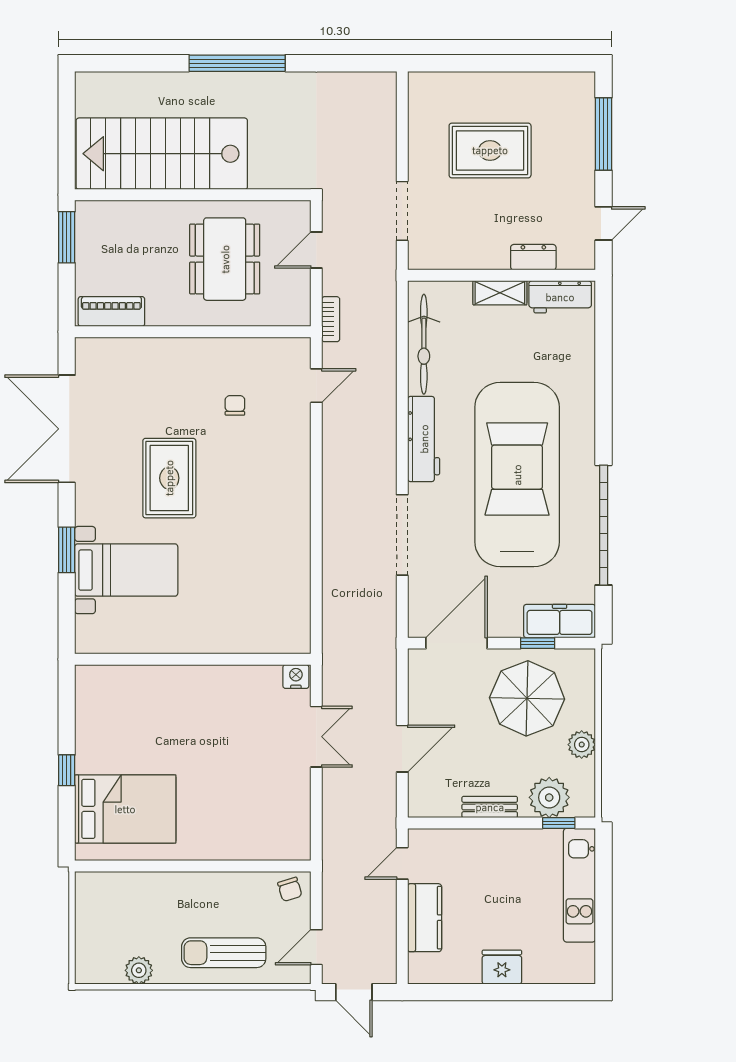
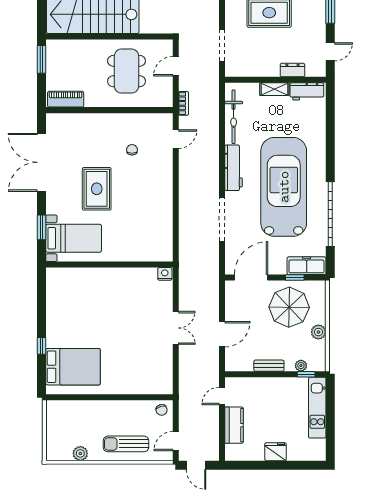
wall: (193, 659) -> (109, 265), moved
nightstand: (296, 677) -> (165, 274), moved
plant: (549, 797) -> (301, 366), width x0.53, depth x0.53

